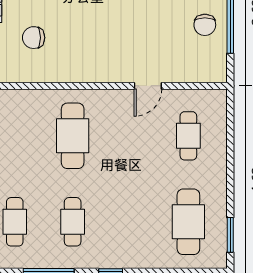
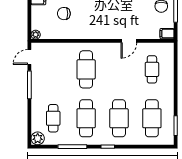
filing cabinet: (215, 73) -> (167, 34), added
cafe table: (73, 222) -> (86, 118), width x1.37, depth x1.35
cafe table: (131, 222) -> (119, 118), added

